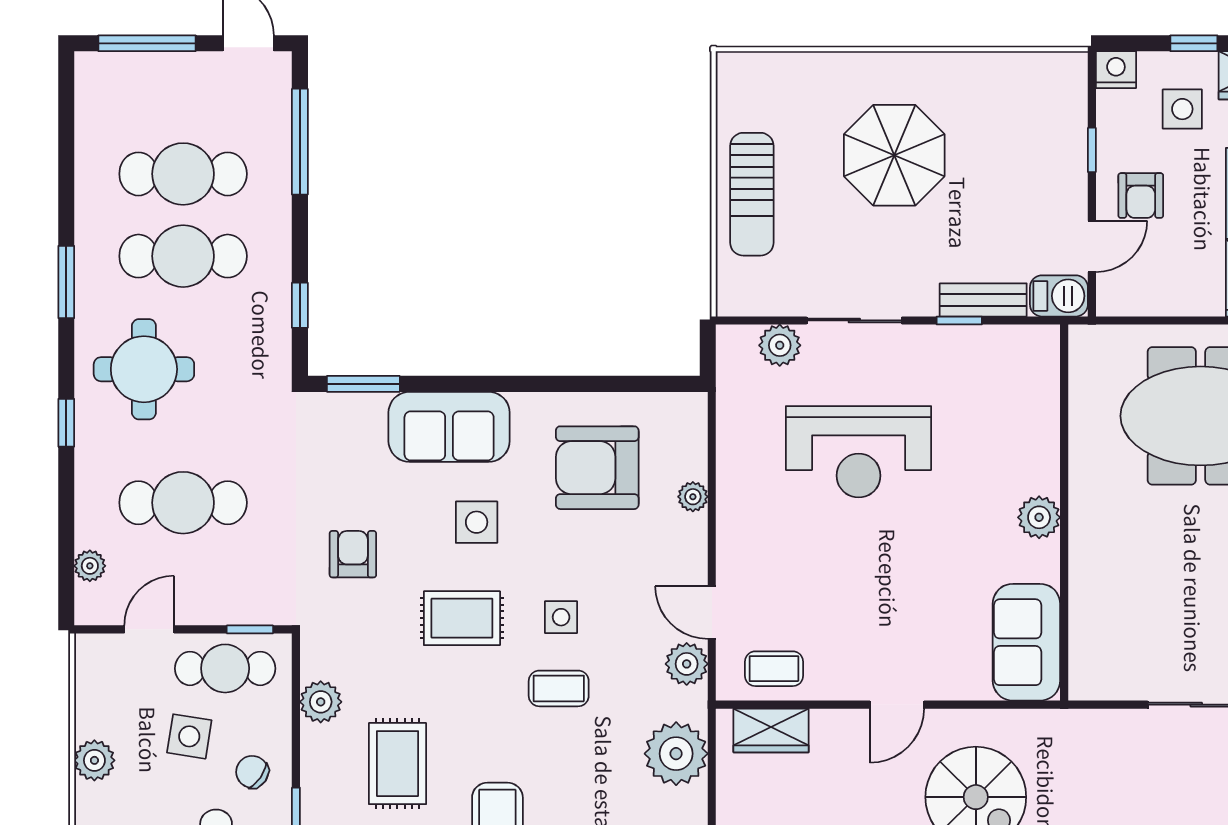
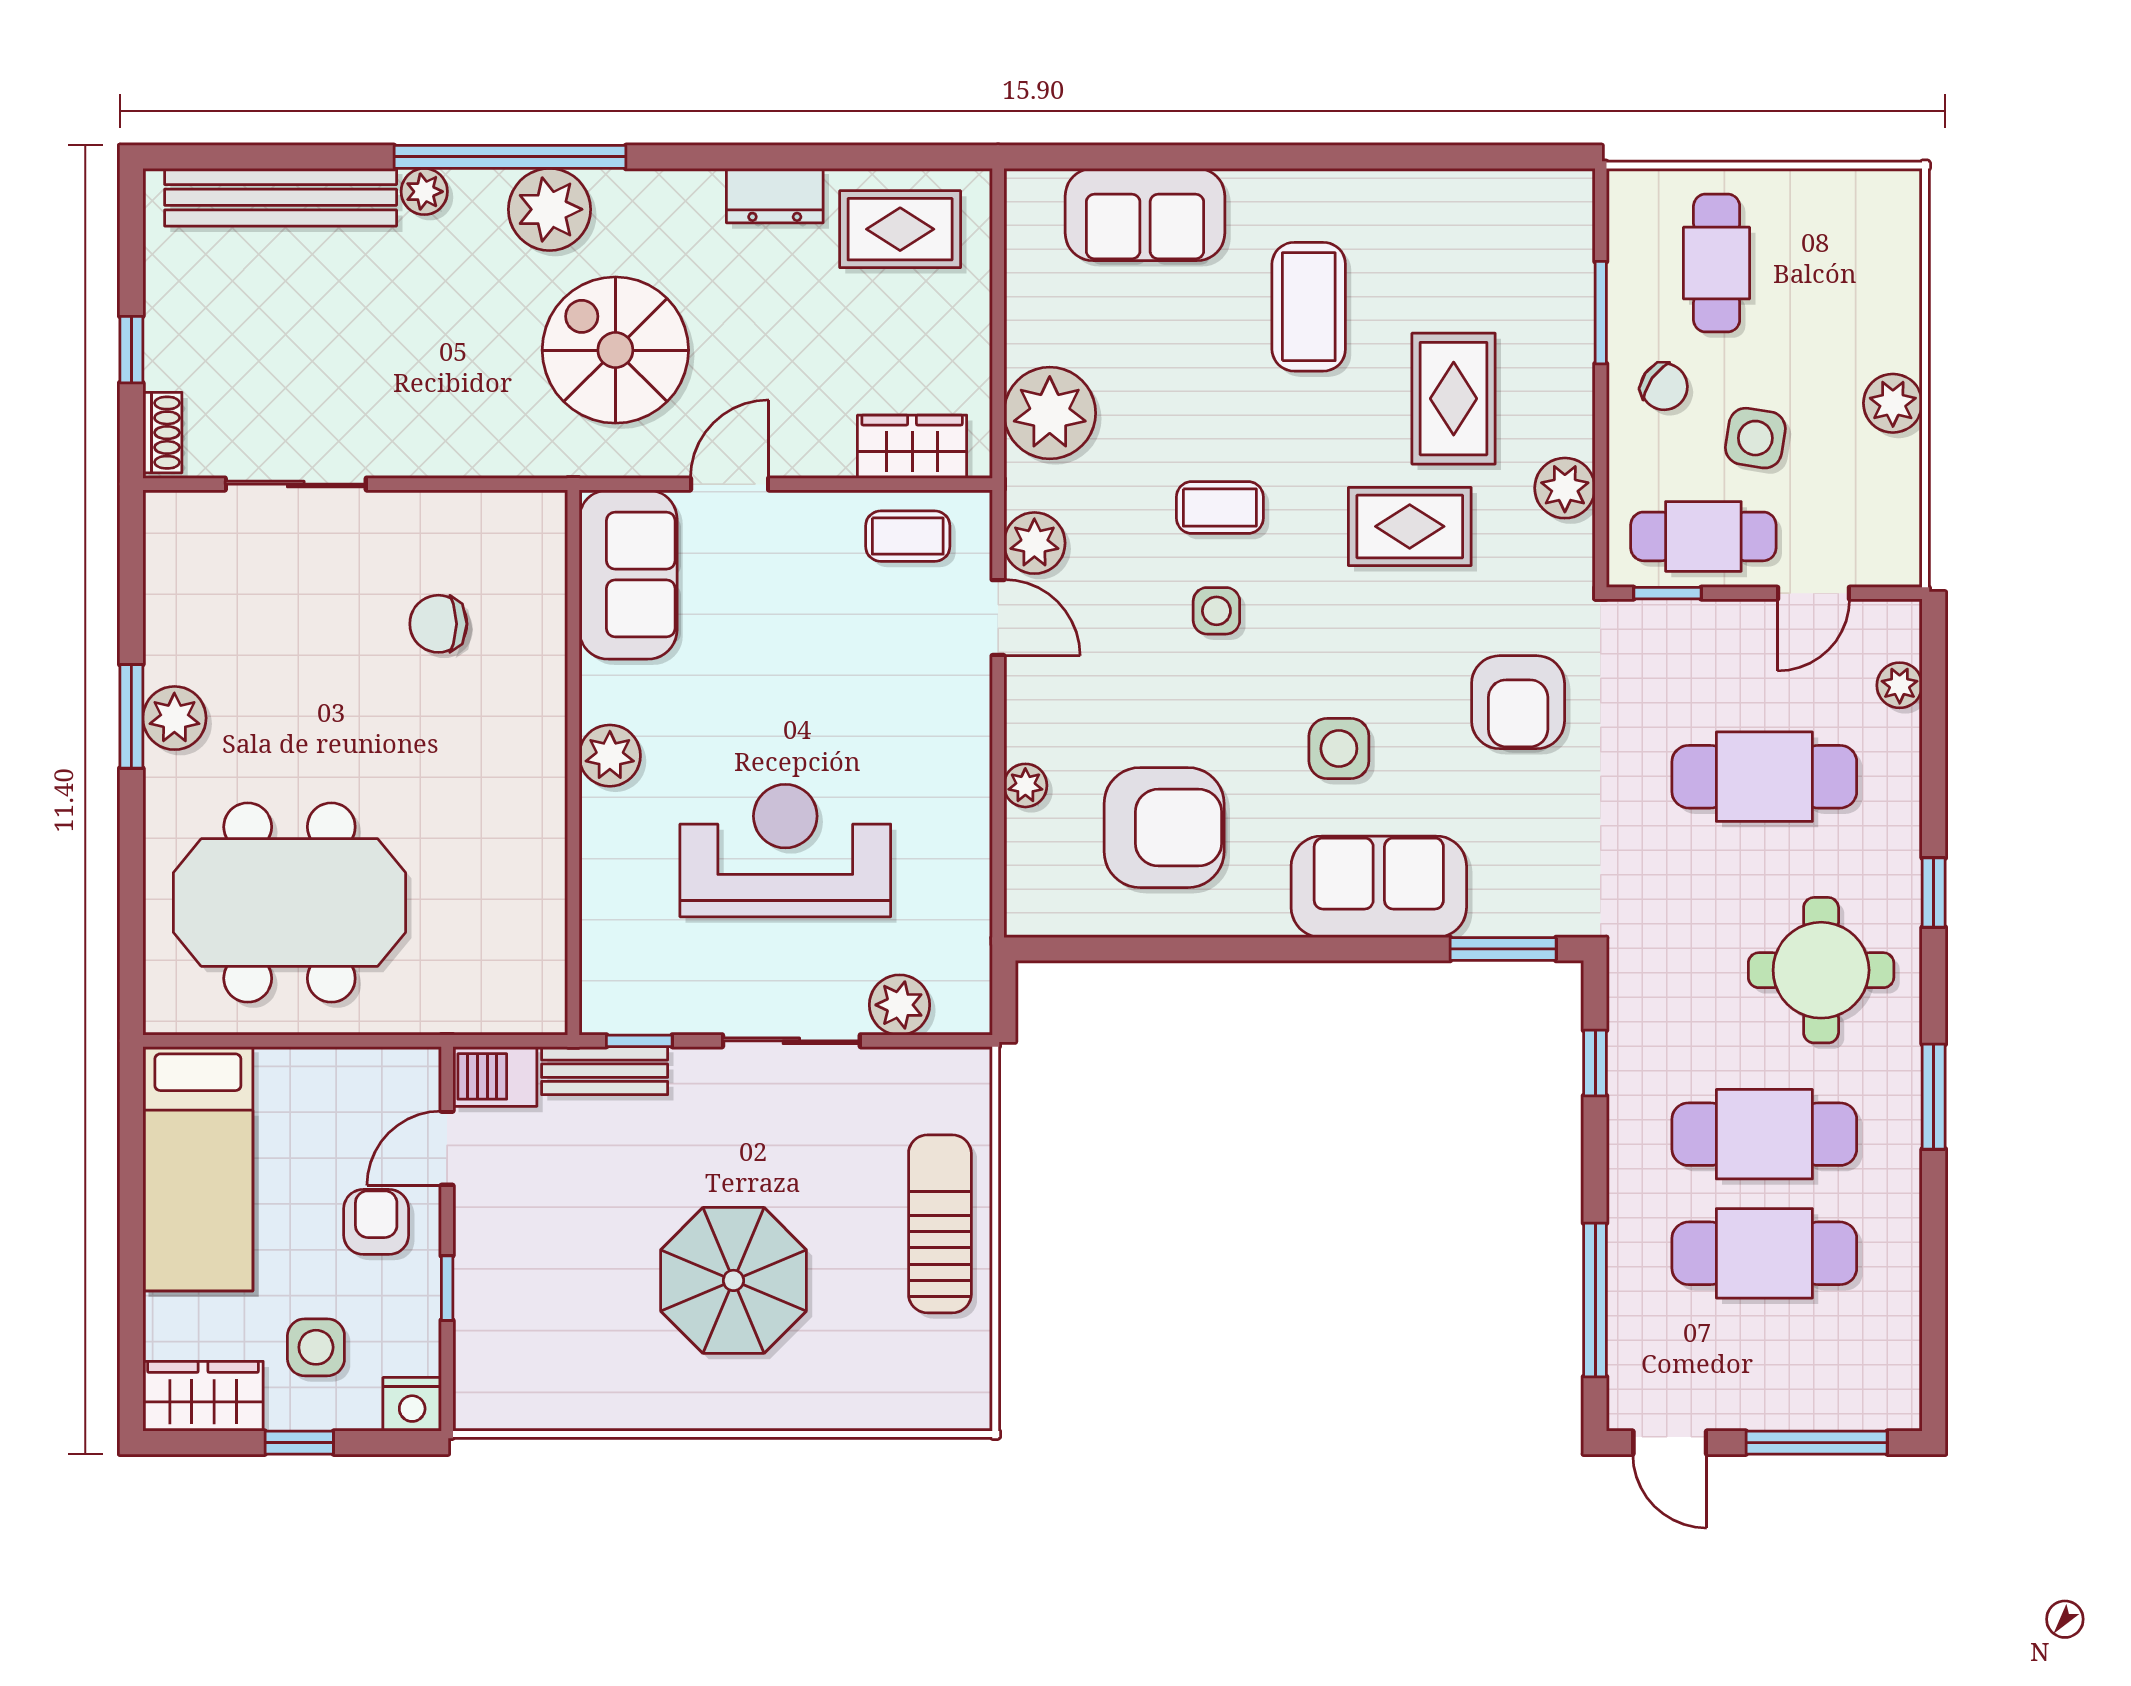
wall: (1064, 513) -> (573, 762), moved
plant: (1039, 517) -> (610, 756), moved
armchair: (353, 554) -> (1518, 702), width x1.38, depth x1.38
chair: (1098, 608) -> (438, 624), added
rug: (462, 618) -> (1410, 526), moved
sofa: (1026, 642) -> (628, 575), moved

